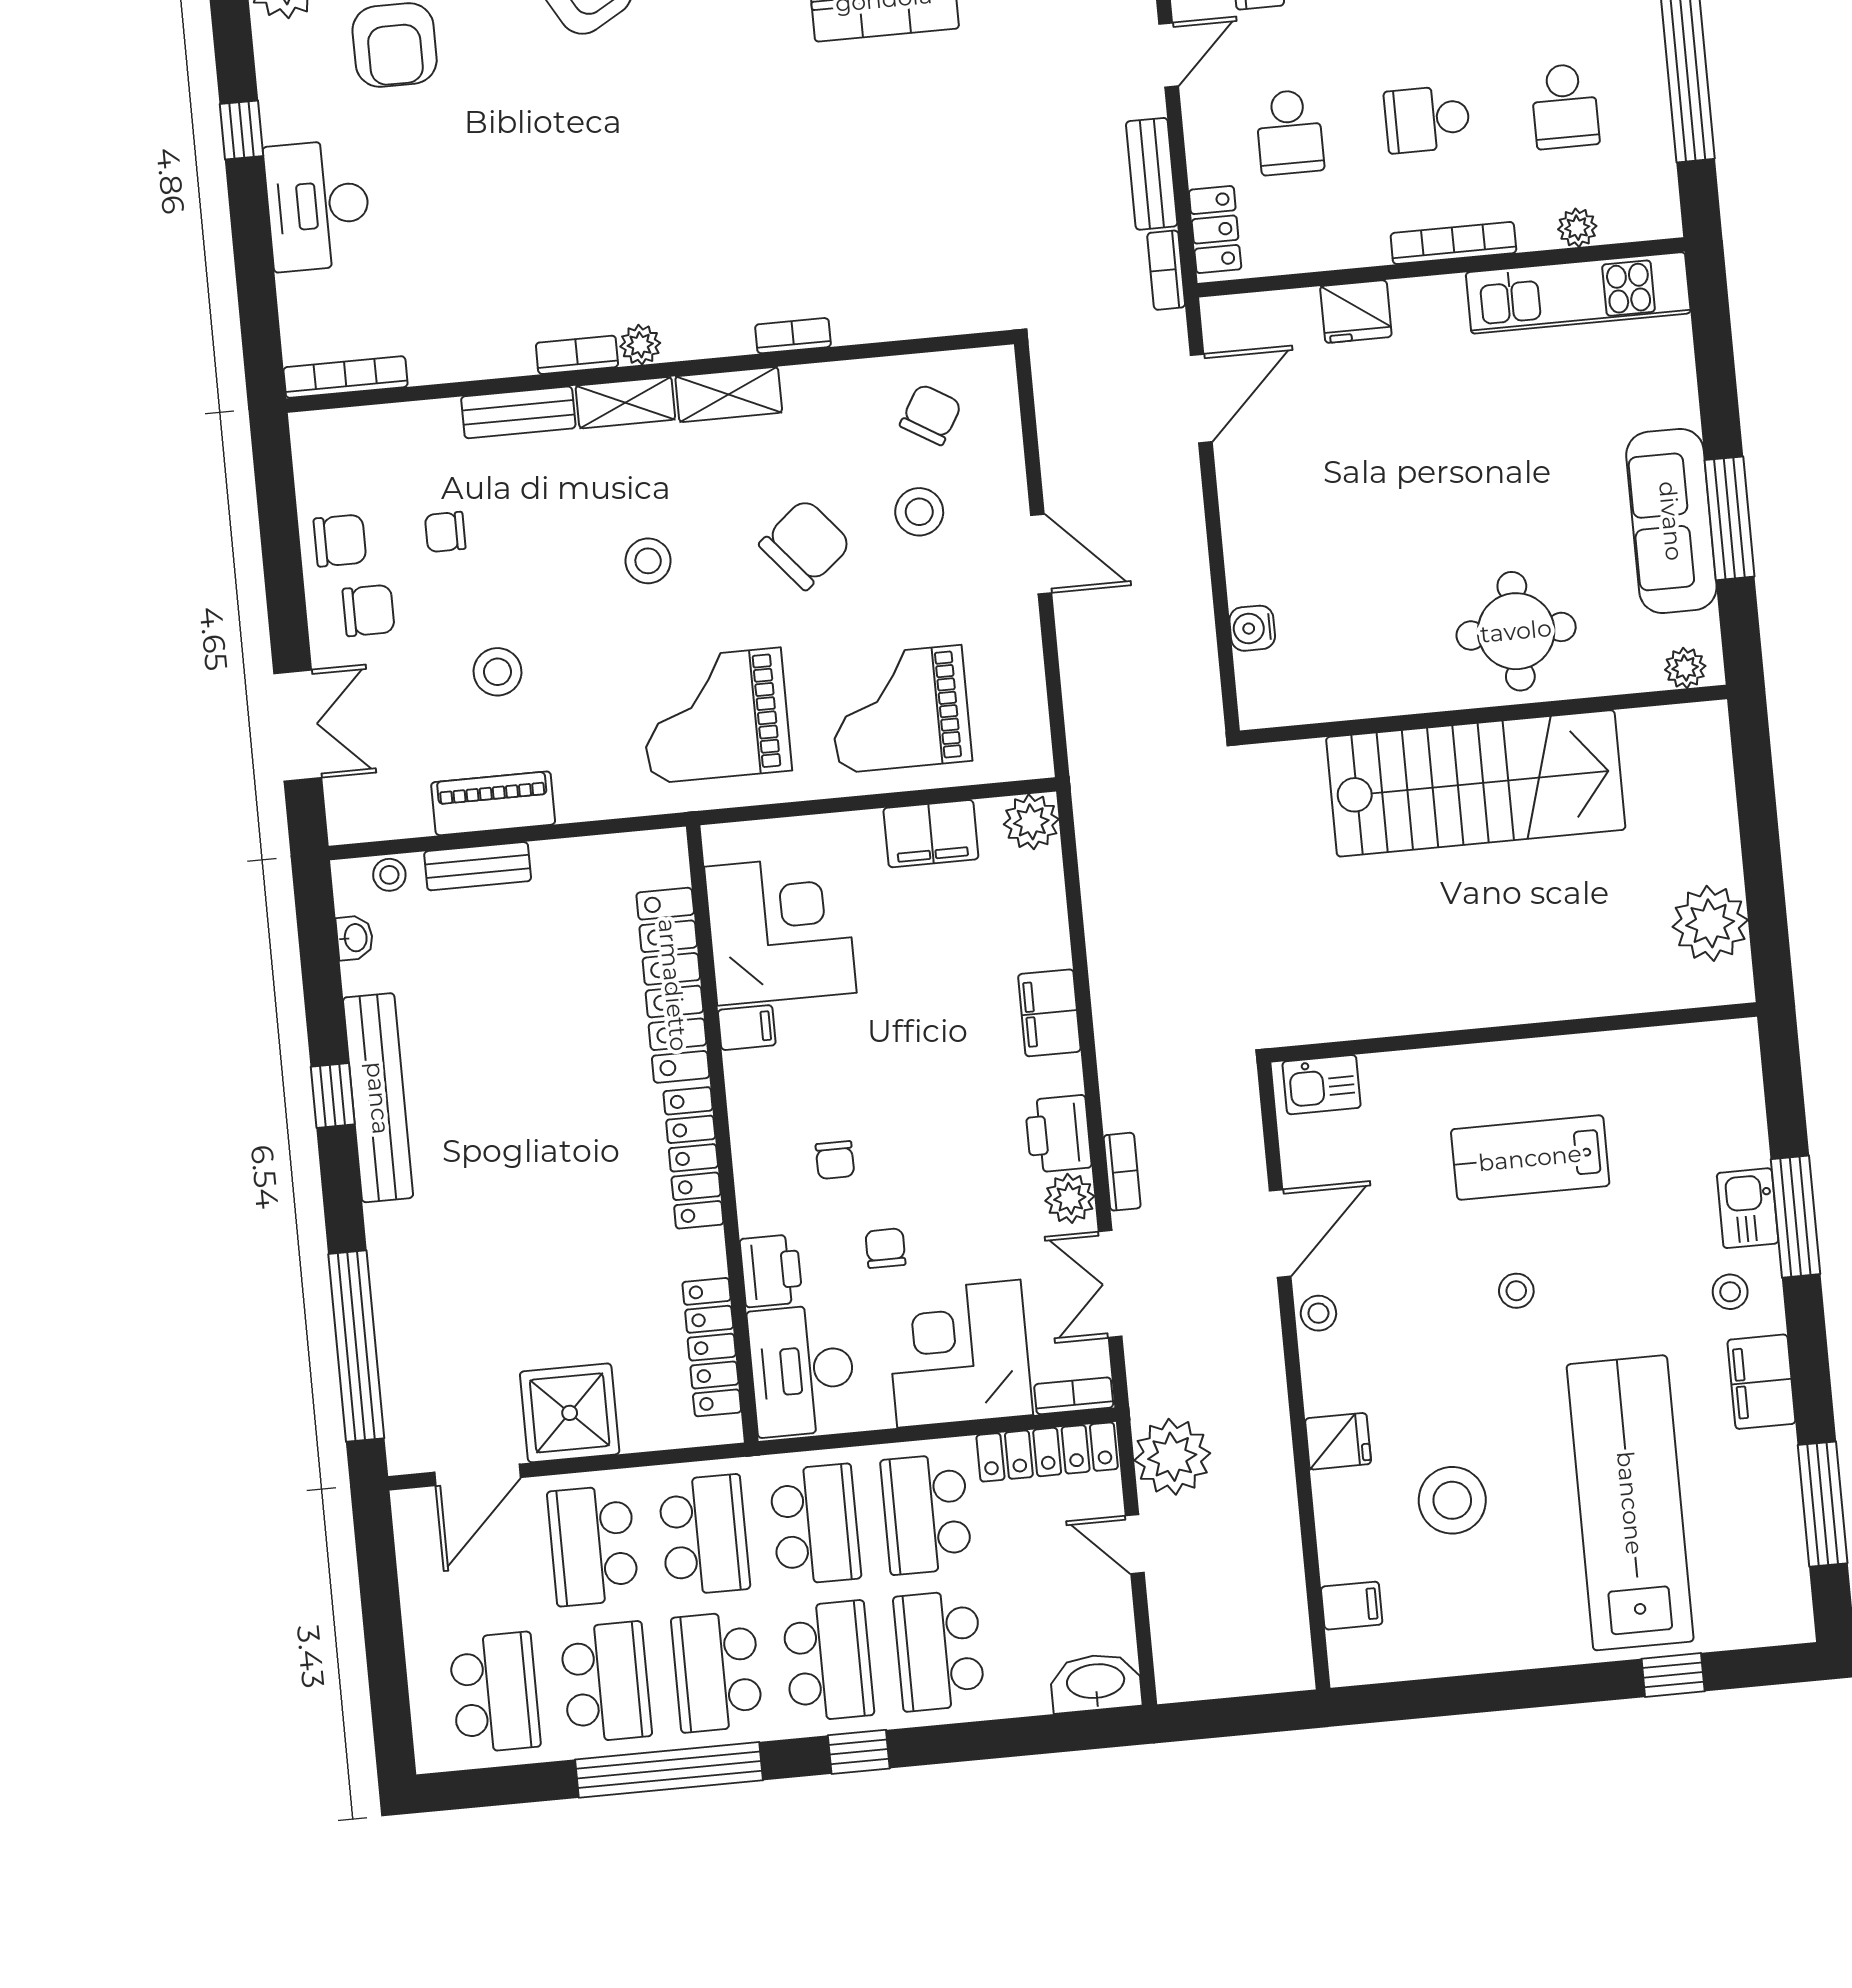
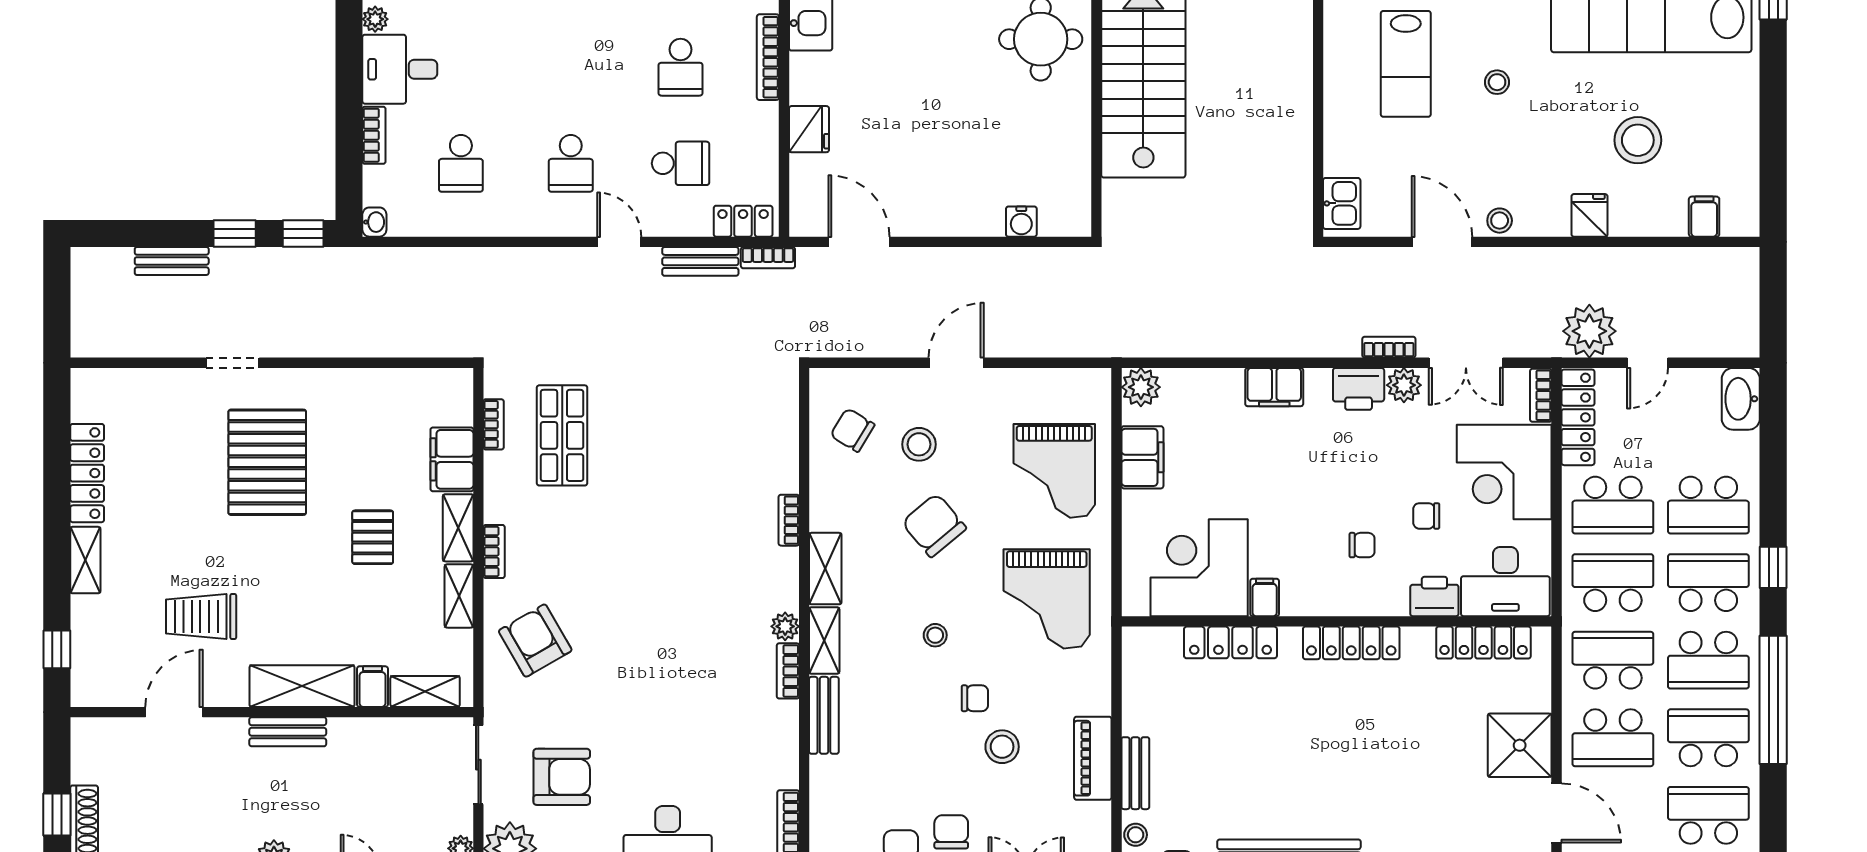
chair: (445, 532) -> (975, 698), moved, turned -90
stool: (648, 561) -> (935, 635), width x0.73, depth x0.73
locker: (673, 985) -> (1230, 642), width x0.71, depth x0.83

